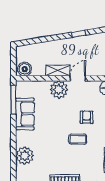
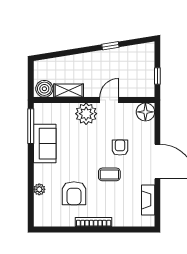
shelving: (58, 71) -> (69, 91), moved
armchair: (49, 155) -> (74, 193), added
plant: (25, 156) -> (39, 189), width x0.53, depth x0.53

